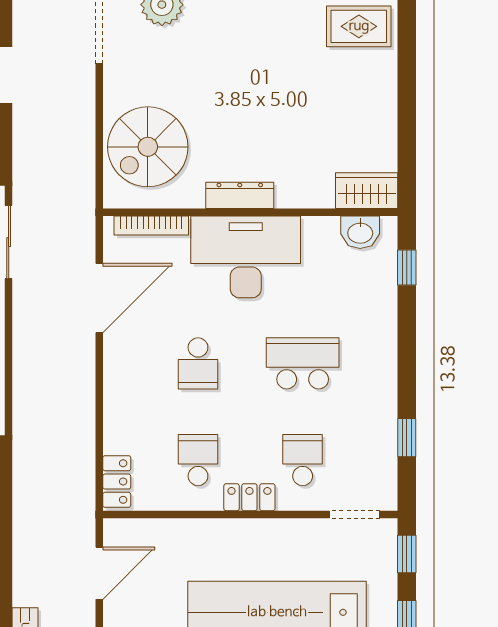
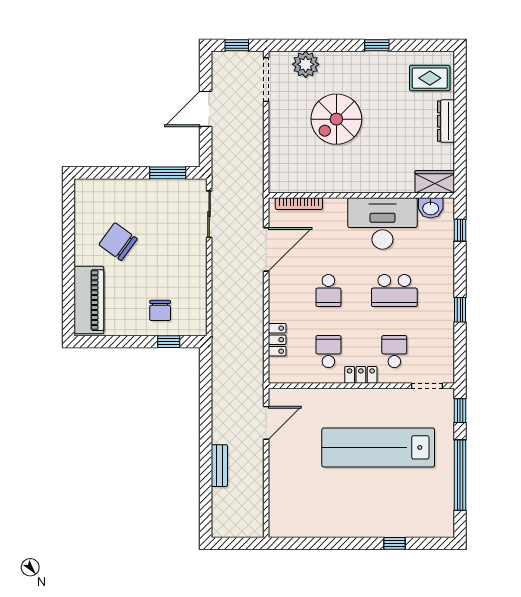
spiral stairs: (148, 147) -> (336, 119), moved
dresser: (240, 195) -> (446, 121), moved, turned -90
desk: (246, 257) -> (382, 223), moved
school desk: (303, 363) -> (394, 291), turned 180
window: (407, 438) -> (460, 310), moved
locker: (117, 482) -> (277, 340), moved

